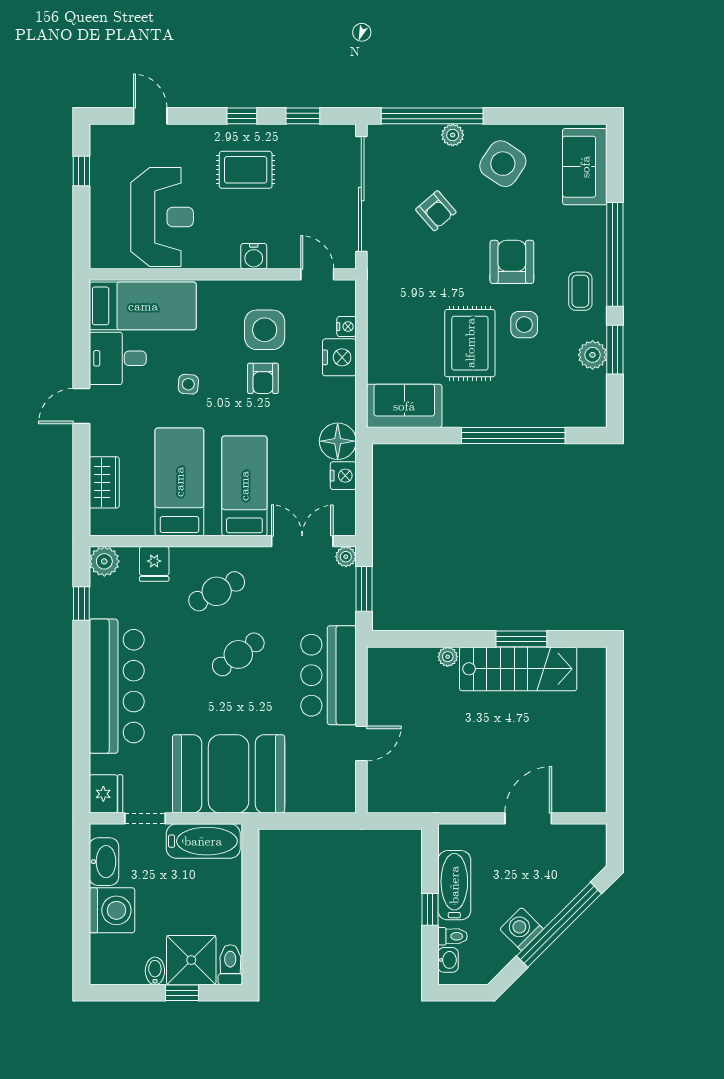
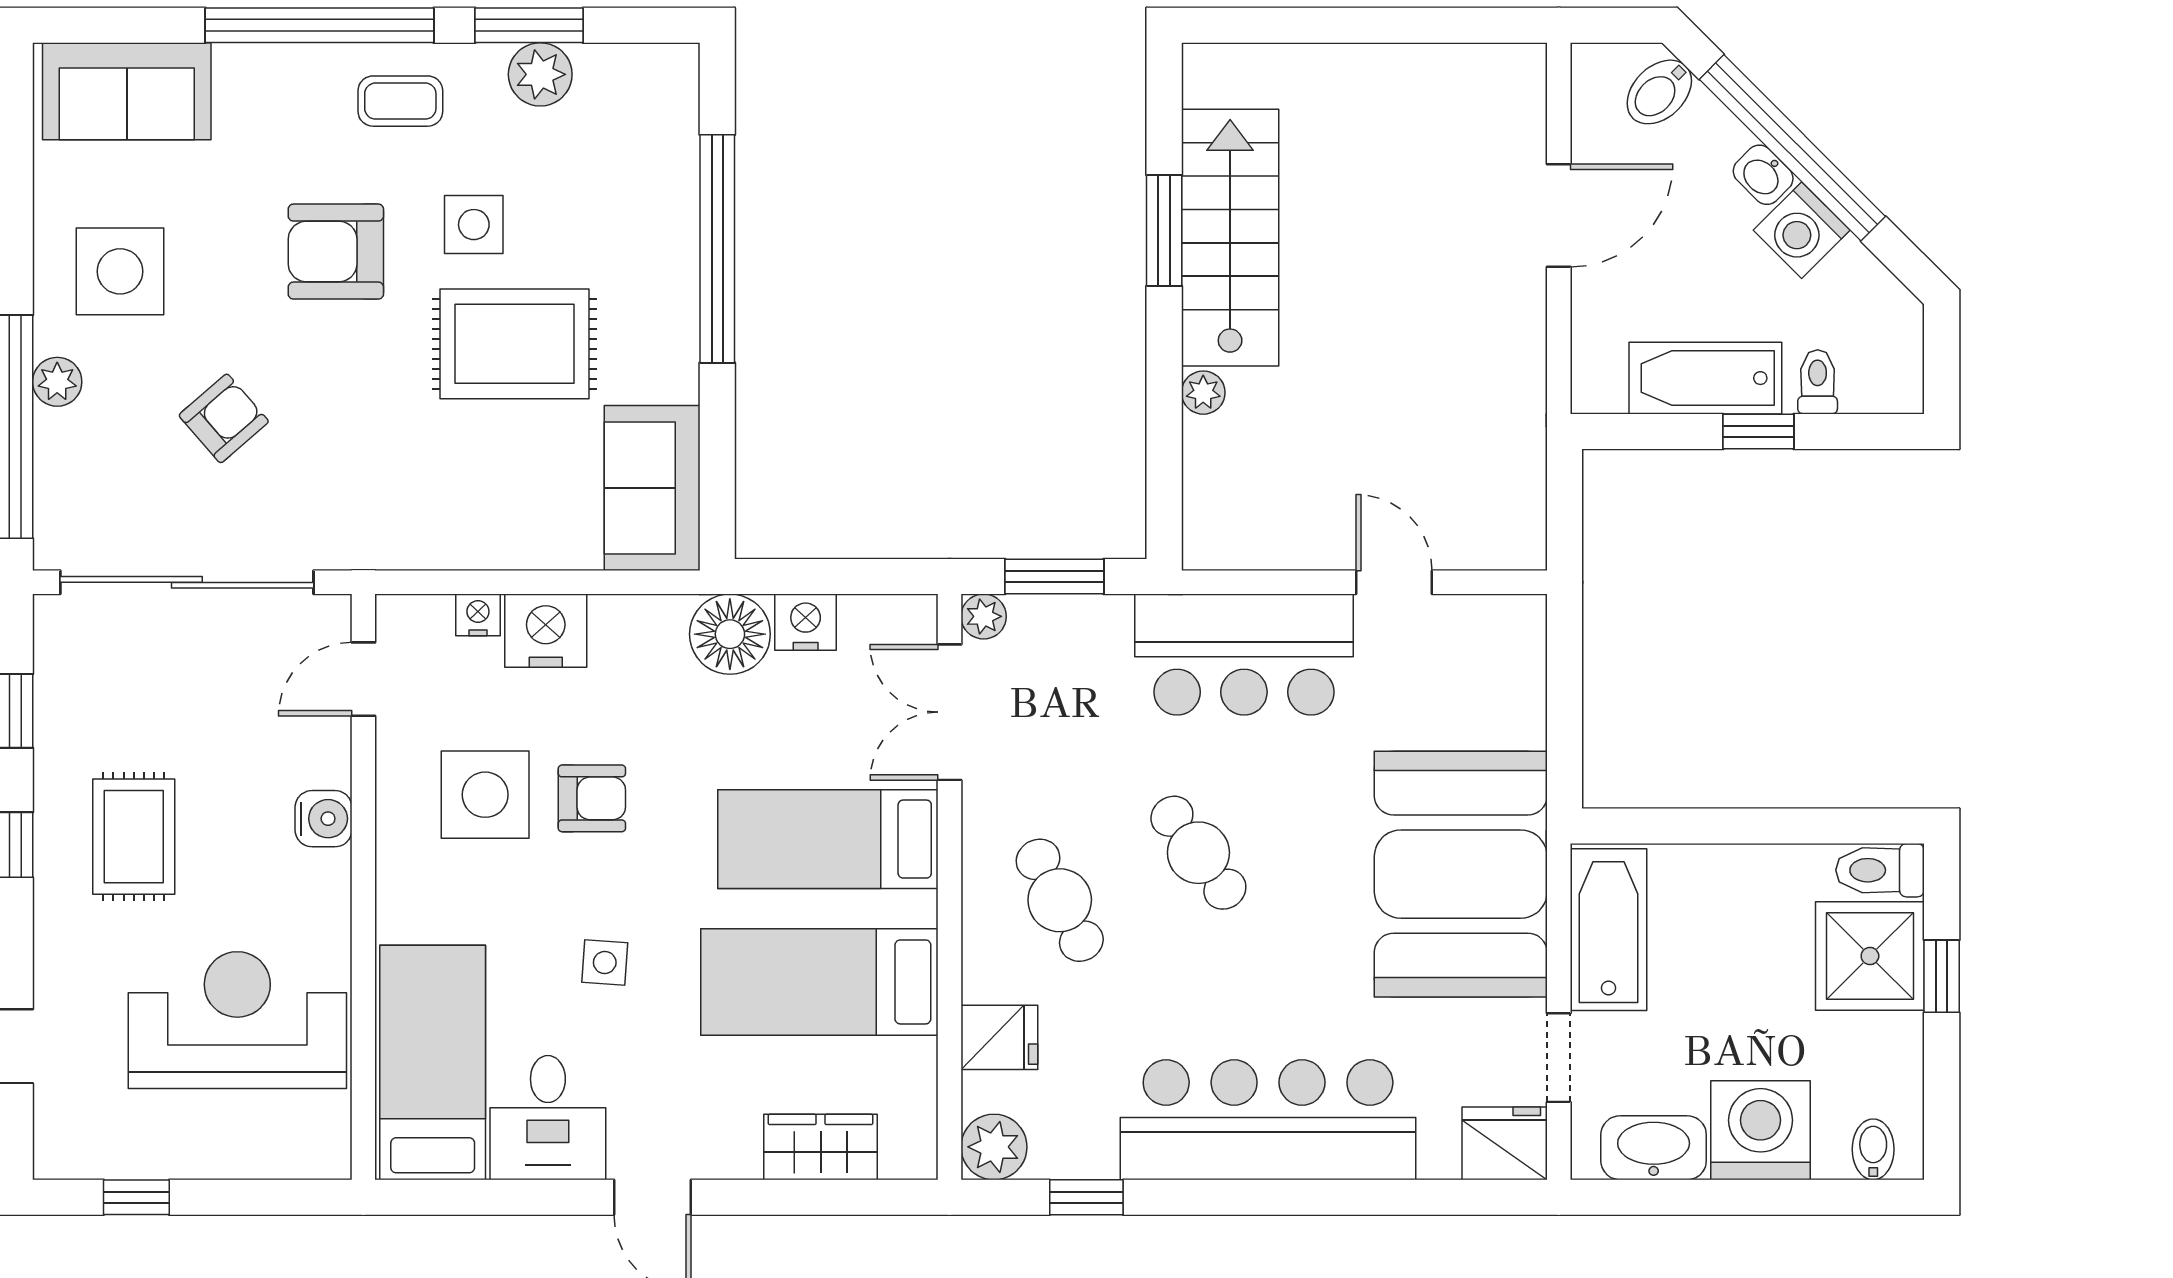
side table: (503, 164) -> (120, 271), turned -34
door: (528, 818) -> (1559, 216), swing flipped
bidet: (585, 864) -> (1659, 92), added
washbasin: (448, 960) -> (1763, 175), moved, turned -135
bidet: (155, 971) -> (1873, 1149), moved, turned 90

